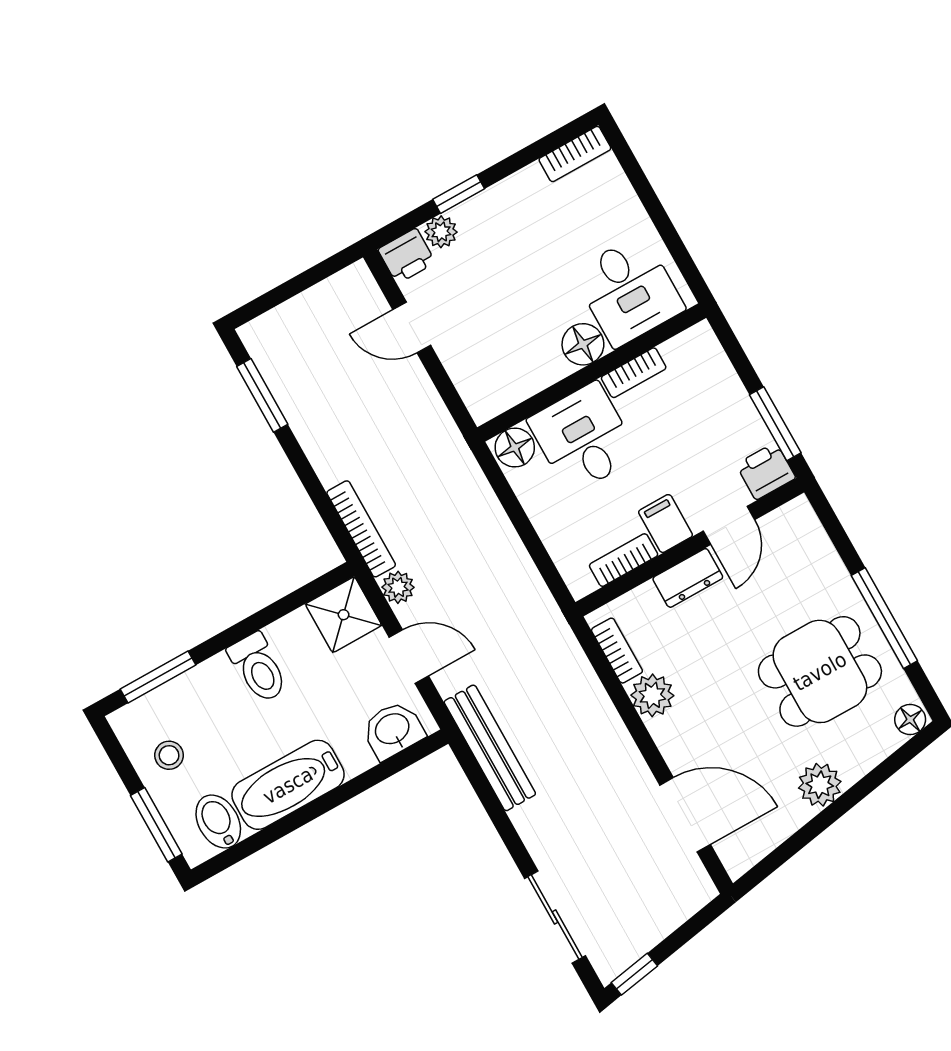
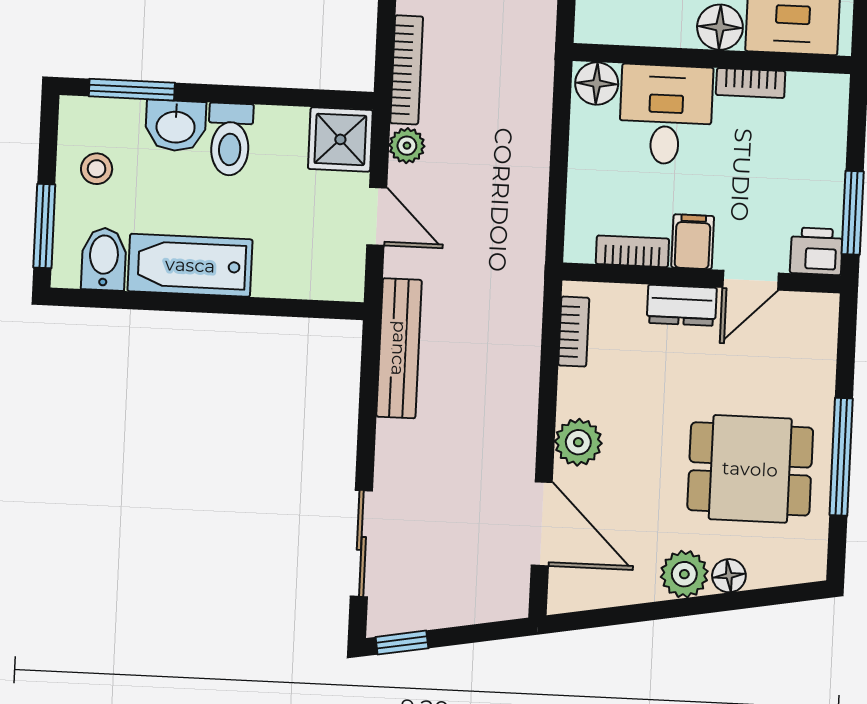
plant: (652, 695) -> (578, 442), moved
floor lamp: (910, 719) -> (729, 576), moved
washbasin: (393, 730) -> (176, 126), moved, turned 180

